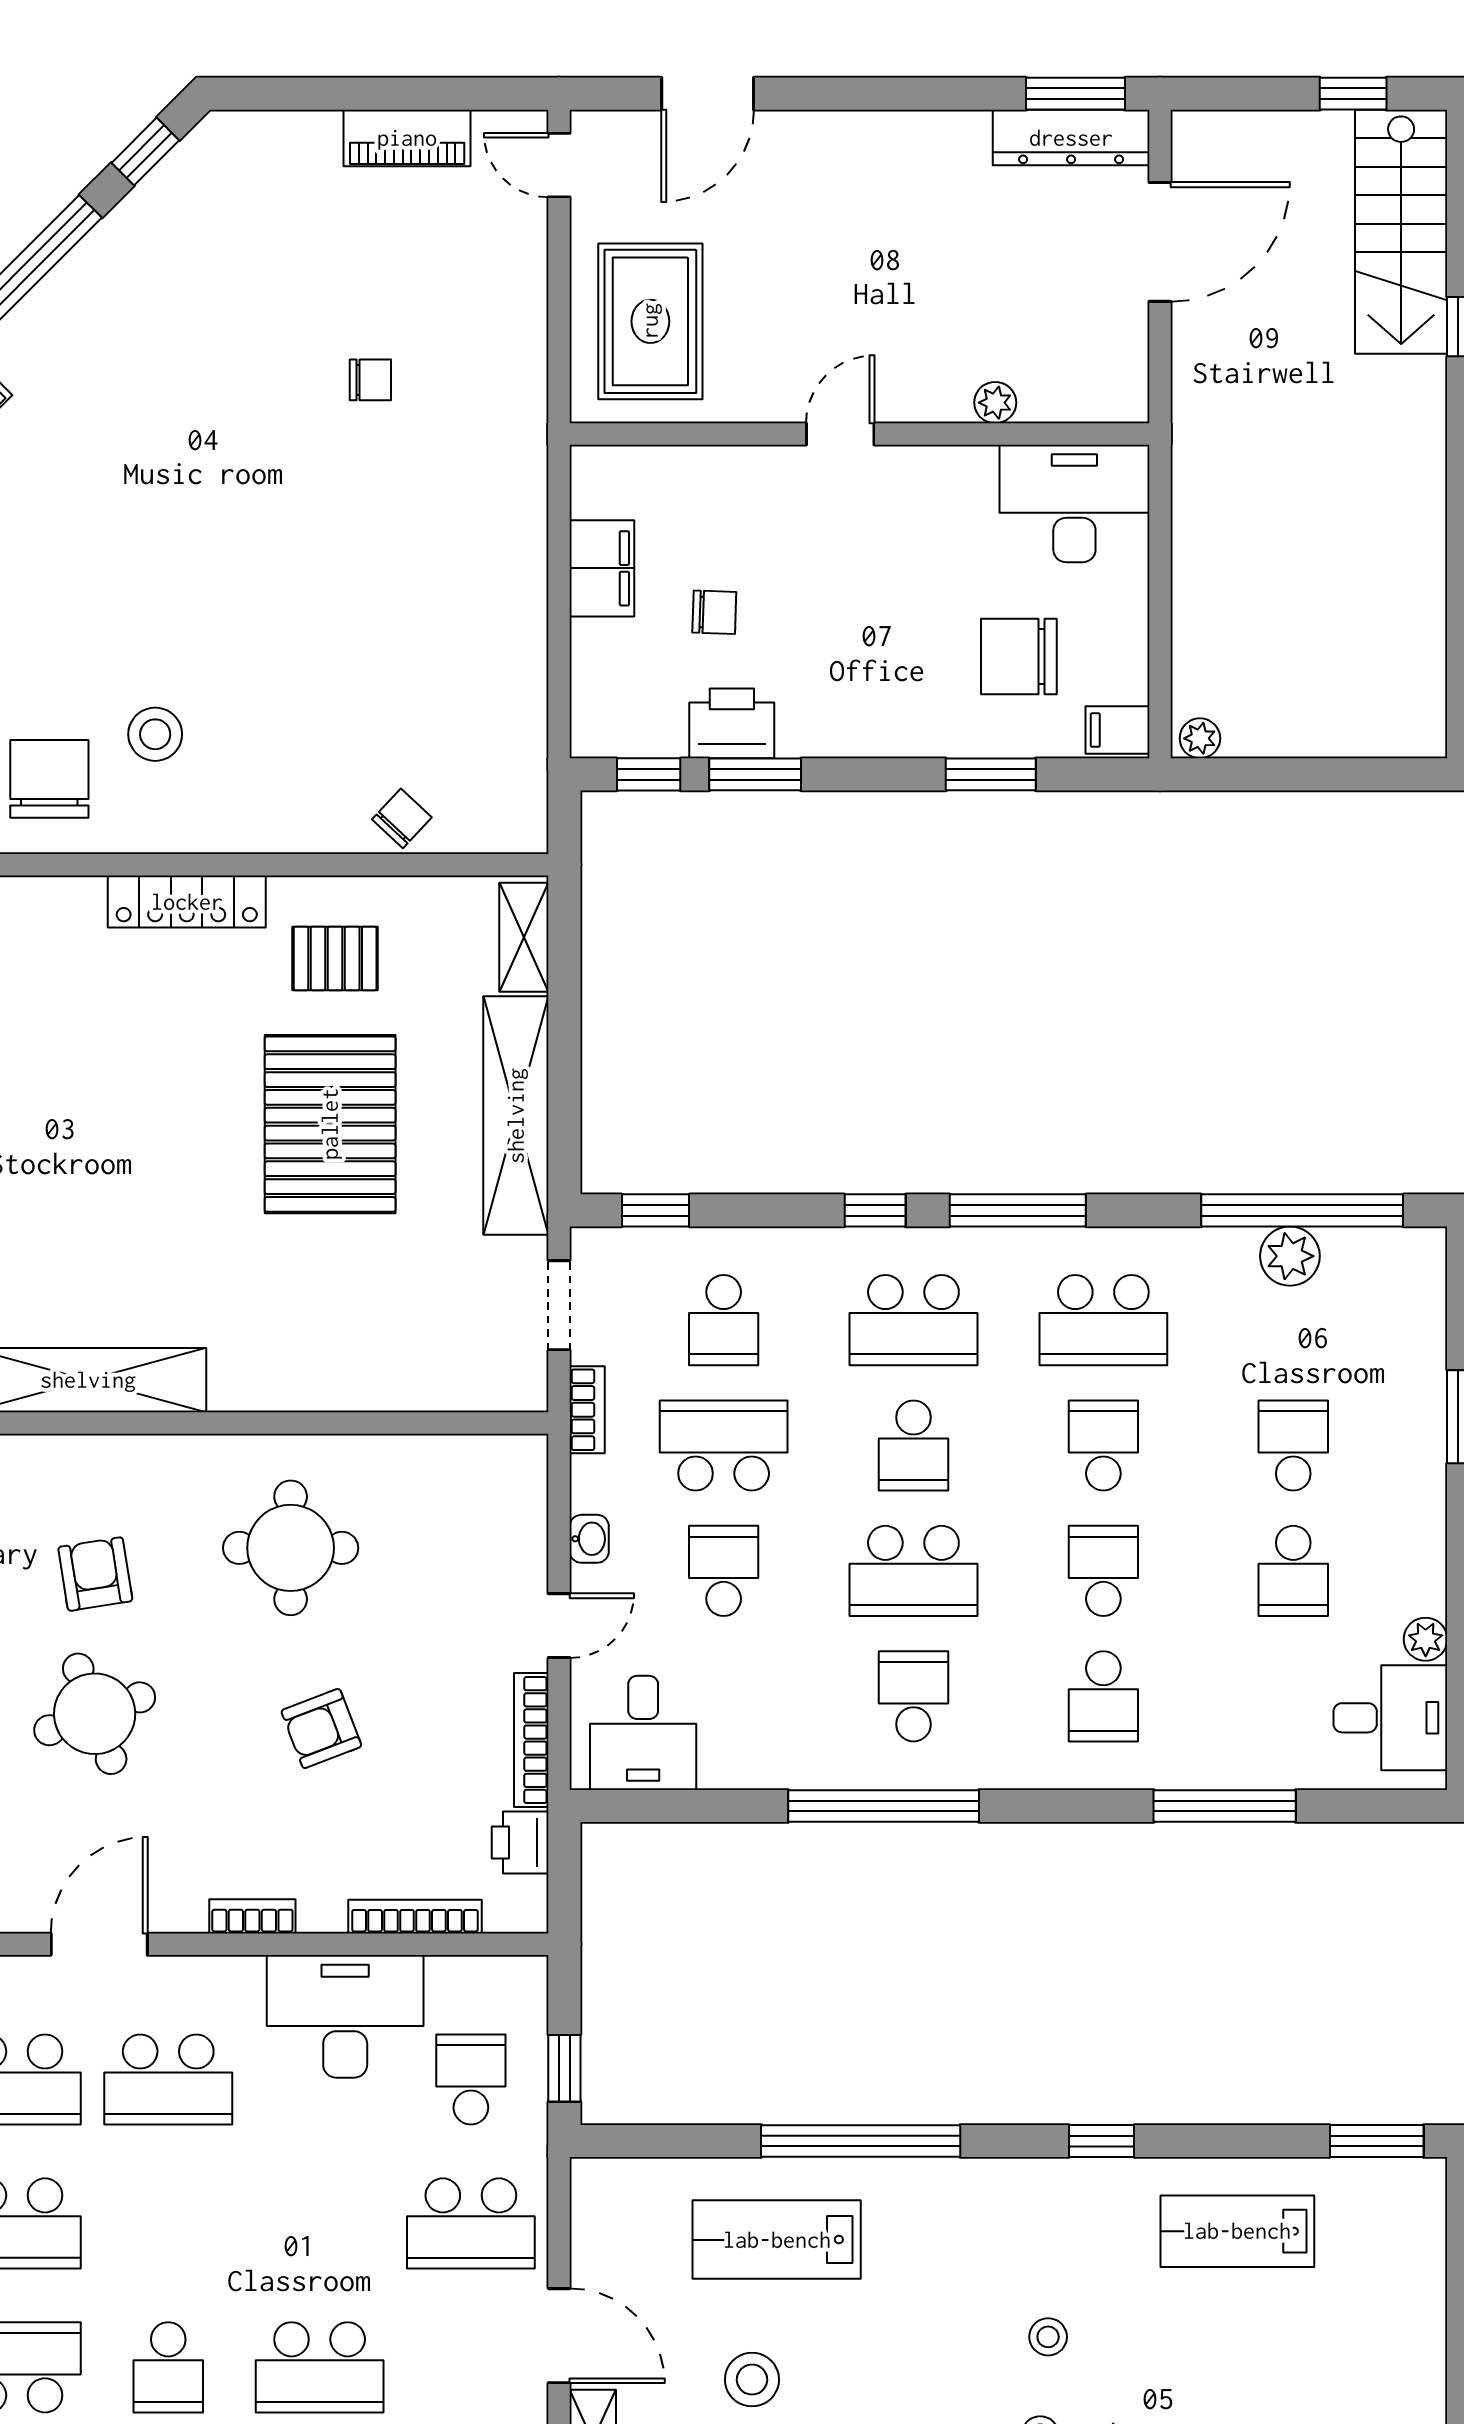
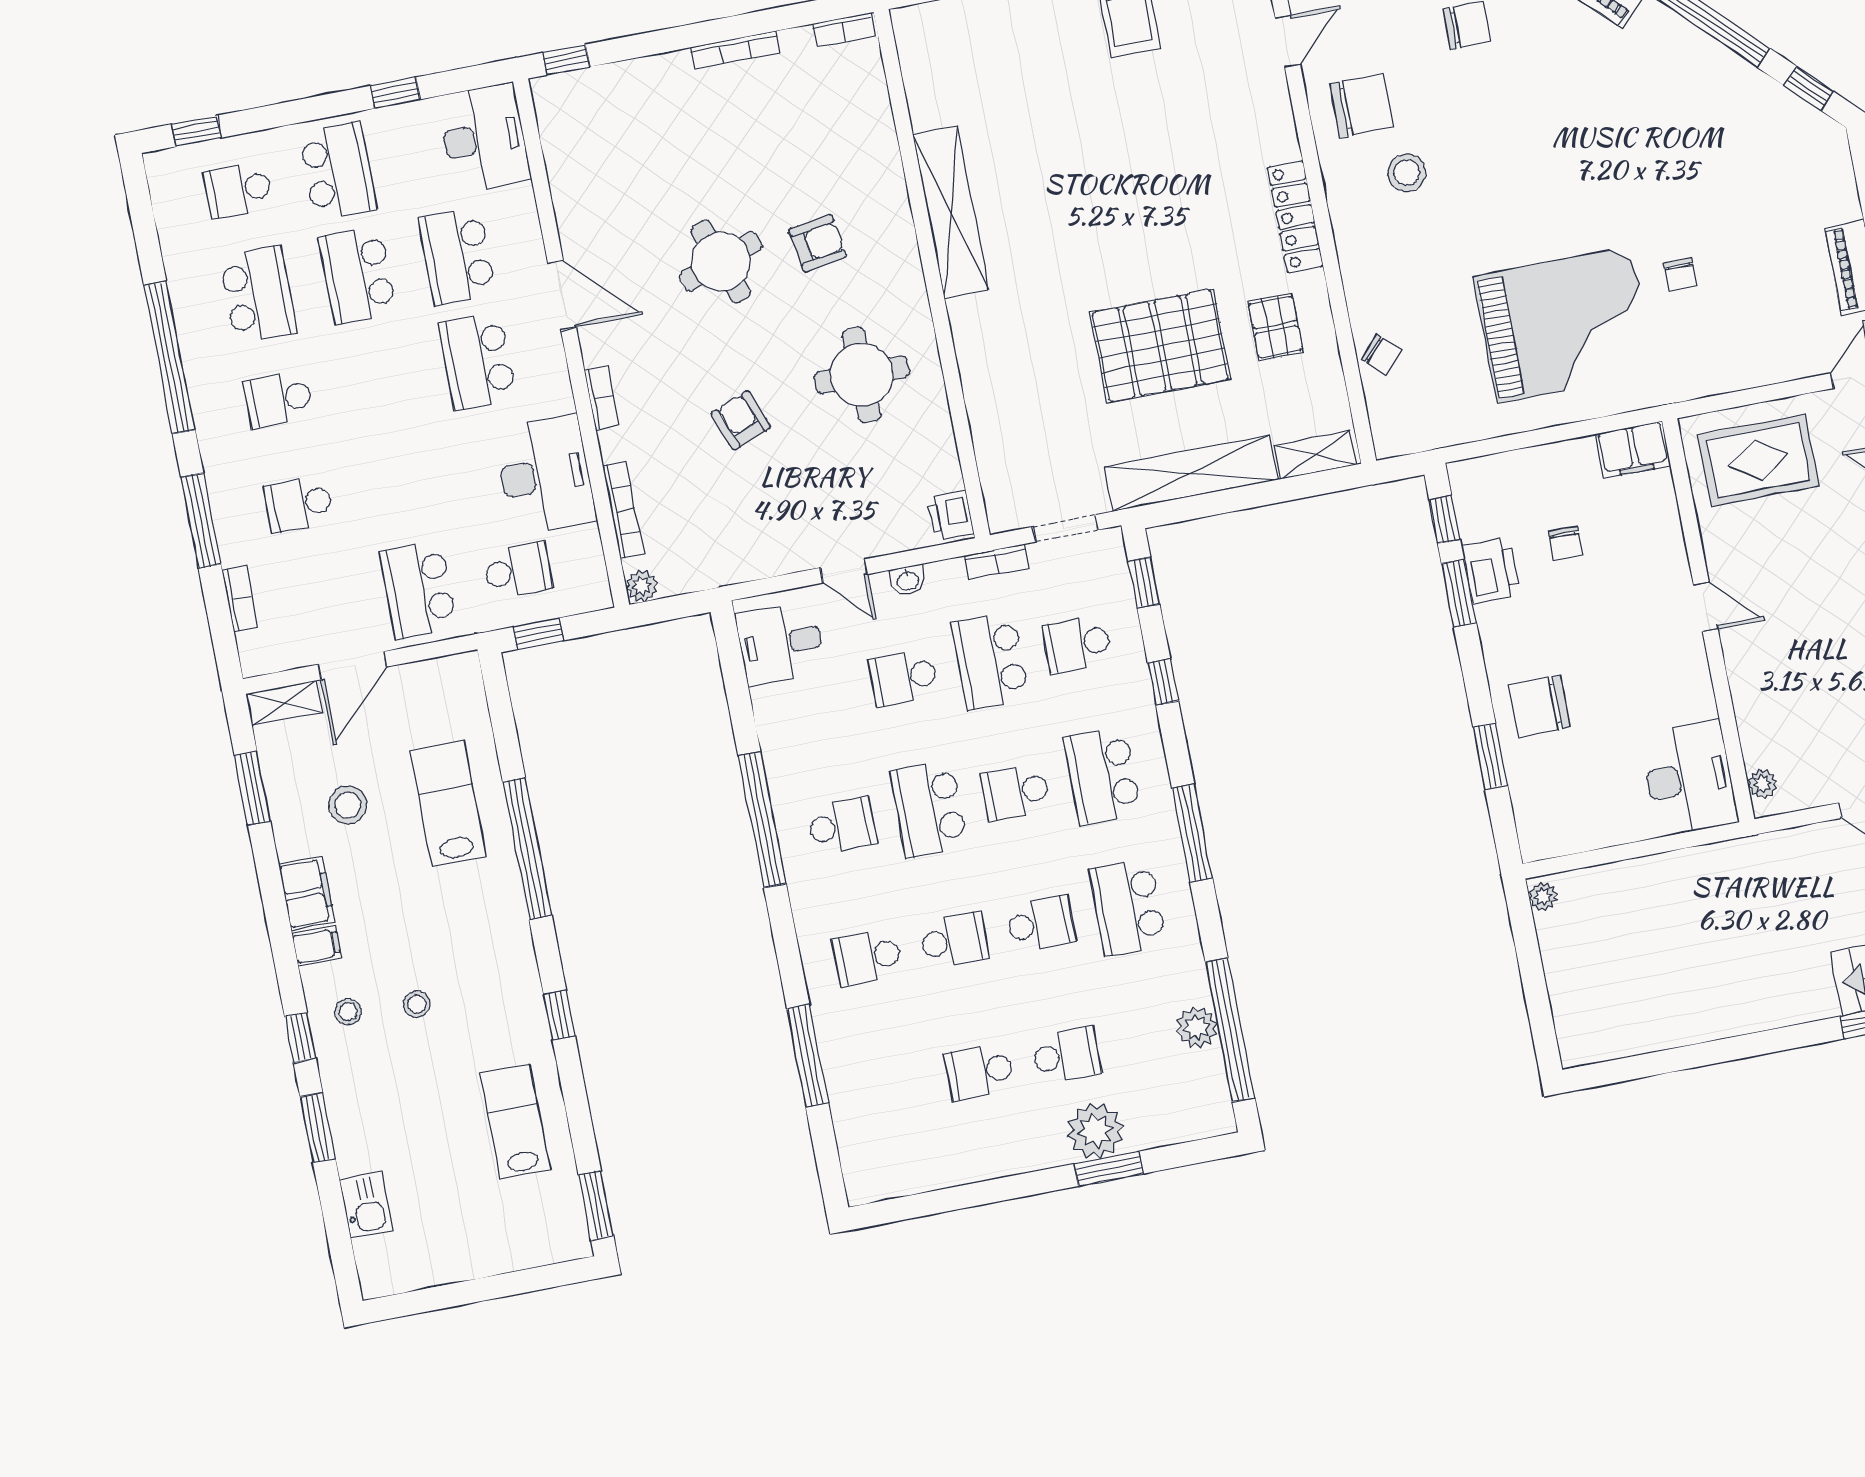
plant: (995, 403) -> (1762, 784), moved
grand piano: (410, 555) -> (1564, 325), added
filing cabinet: (602, 568) -> (1633, 450), moved
chair: (1019, 657) -> (1539, 706), moved, turned -90
filing cabinet: (1118, 730) -> (1538, 838), removed
window: (875, 1210) -> (1163, 682), moved
school desk: (724, 1445) -> (990, 661), turned 180
school desk: (724, 1571) -> (903, 678), turned 180
plant: (1426, 1639) -> (1096, 1131), moved, width x1.87, depth x1.87
desk: (1390, 1718) -> (891, 1159), removed
bookcase: (531, 1740) -> (761, 567), removed
printer: (520, 1843) -> (950, 516), moved, turned -90
plant: (526, 1911) -> (642, 586), added
school desk: (320, 2367) -> (299, 504), width x0.54

